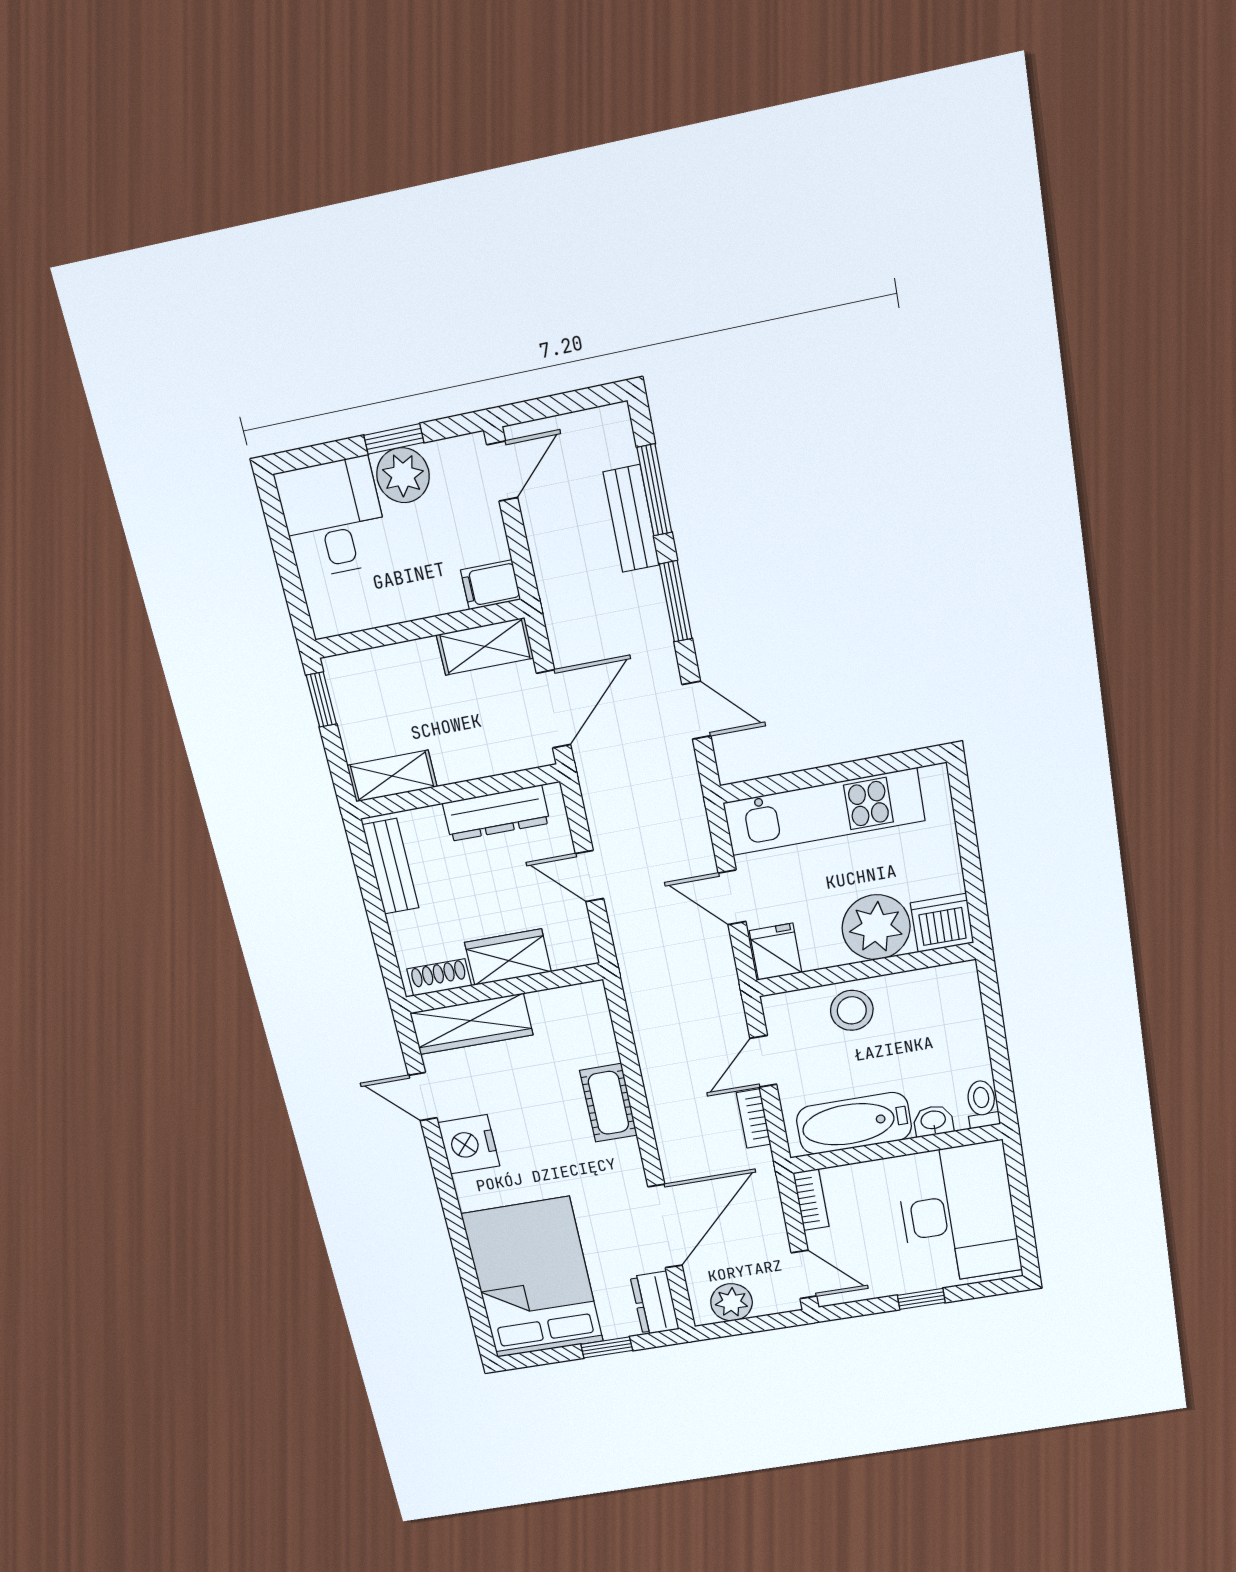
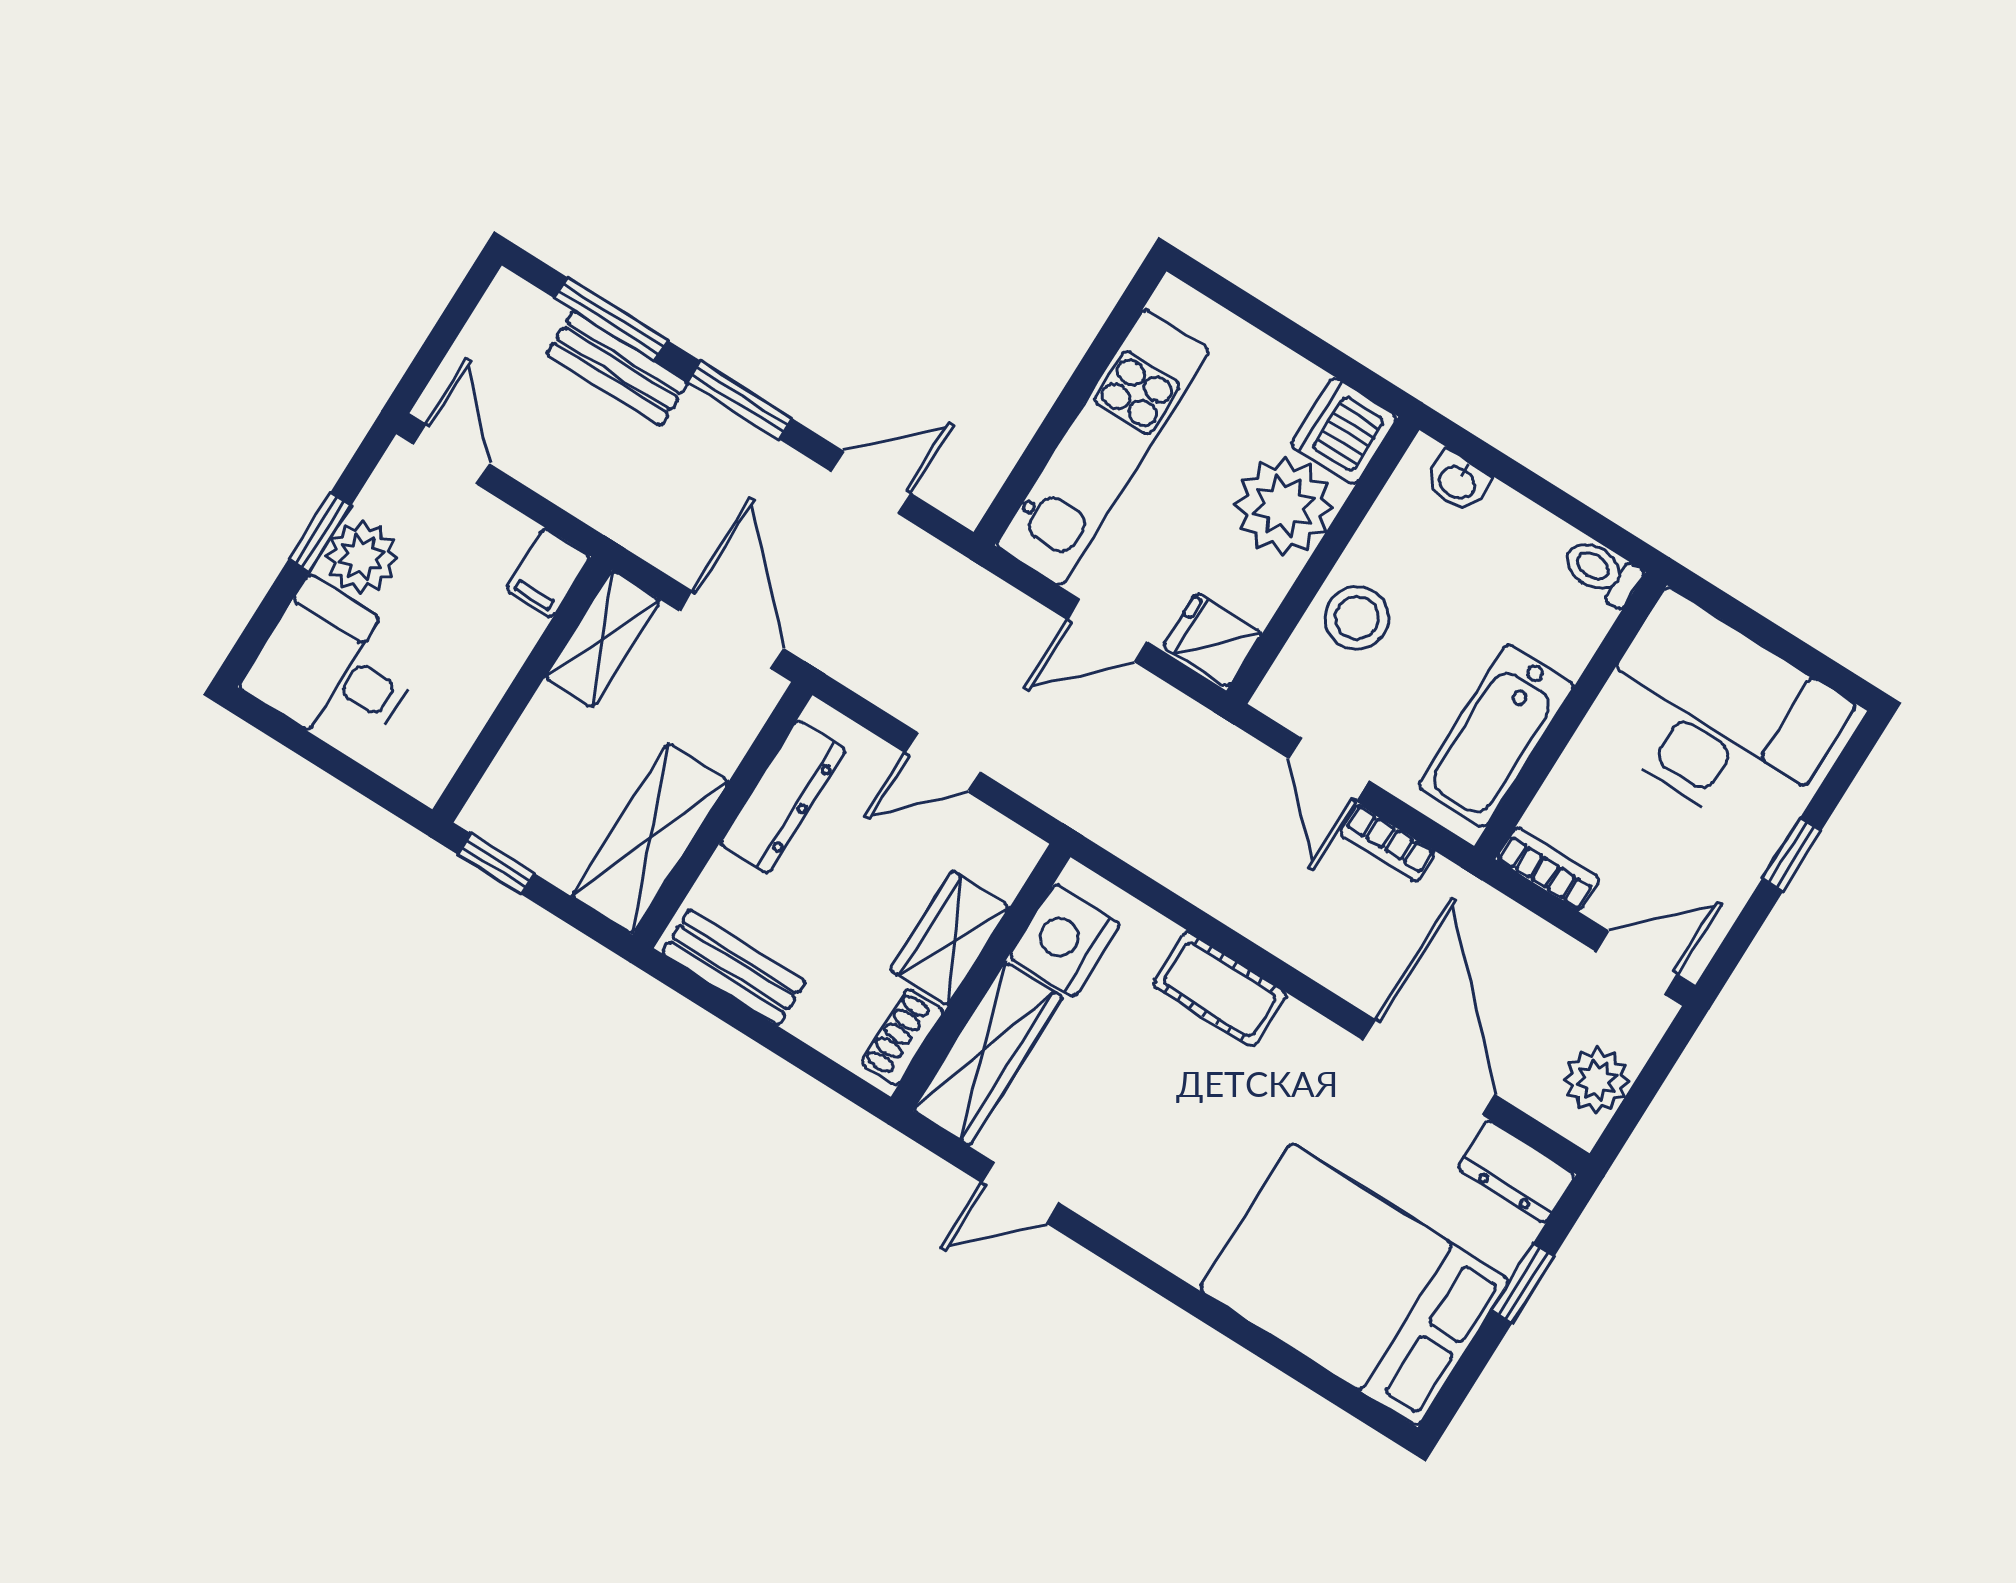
shelving: (392, 776) -> (650, 839), width x1.50, depth x1.33
washbasin: (933, 1121) -> (1458, 482), moved, turned -90
nightstand: (469, 1144) -> (1065, 940), moved, turned 90

